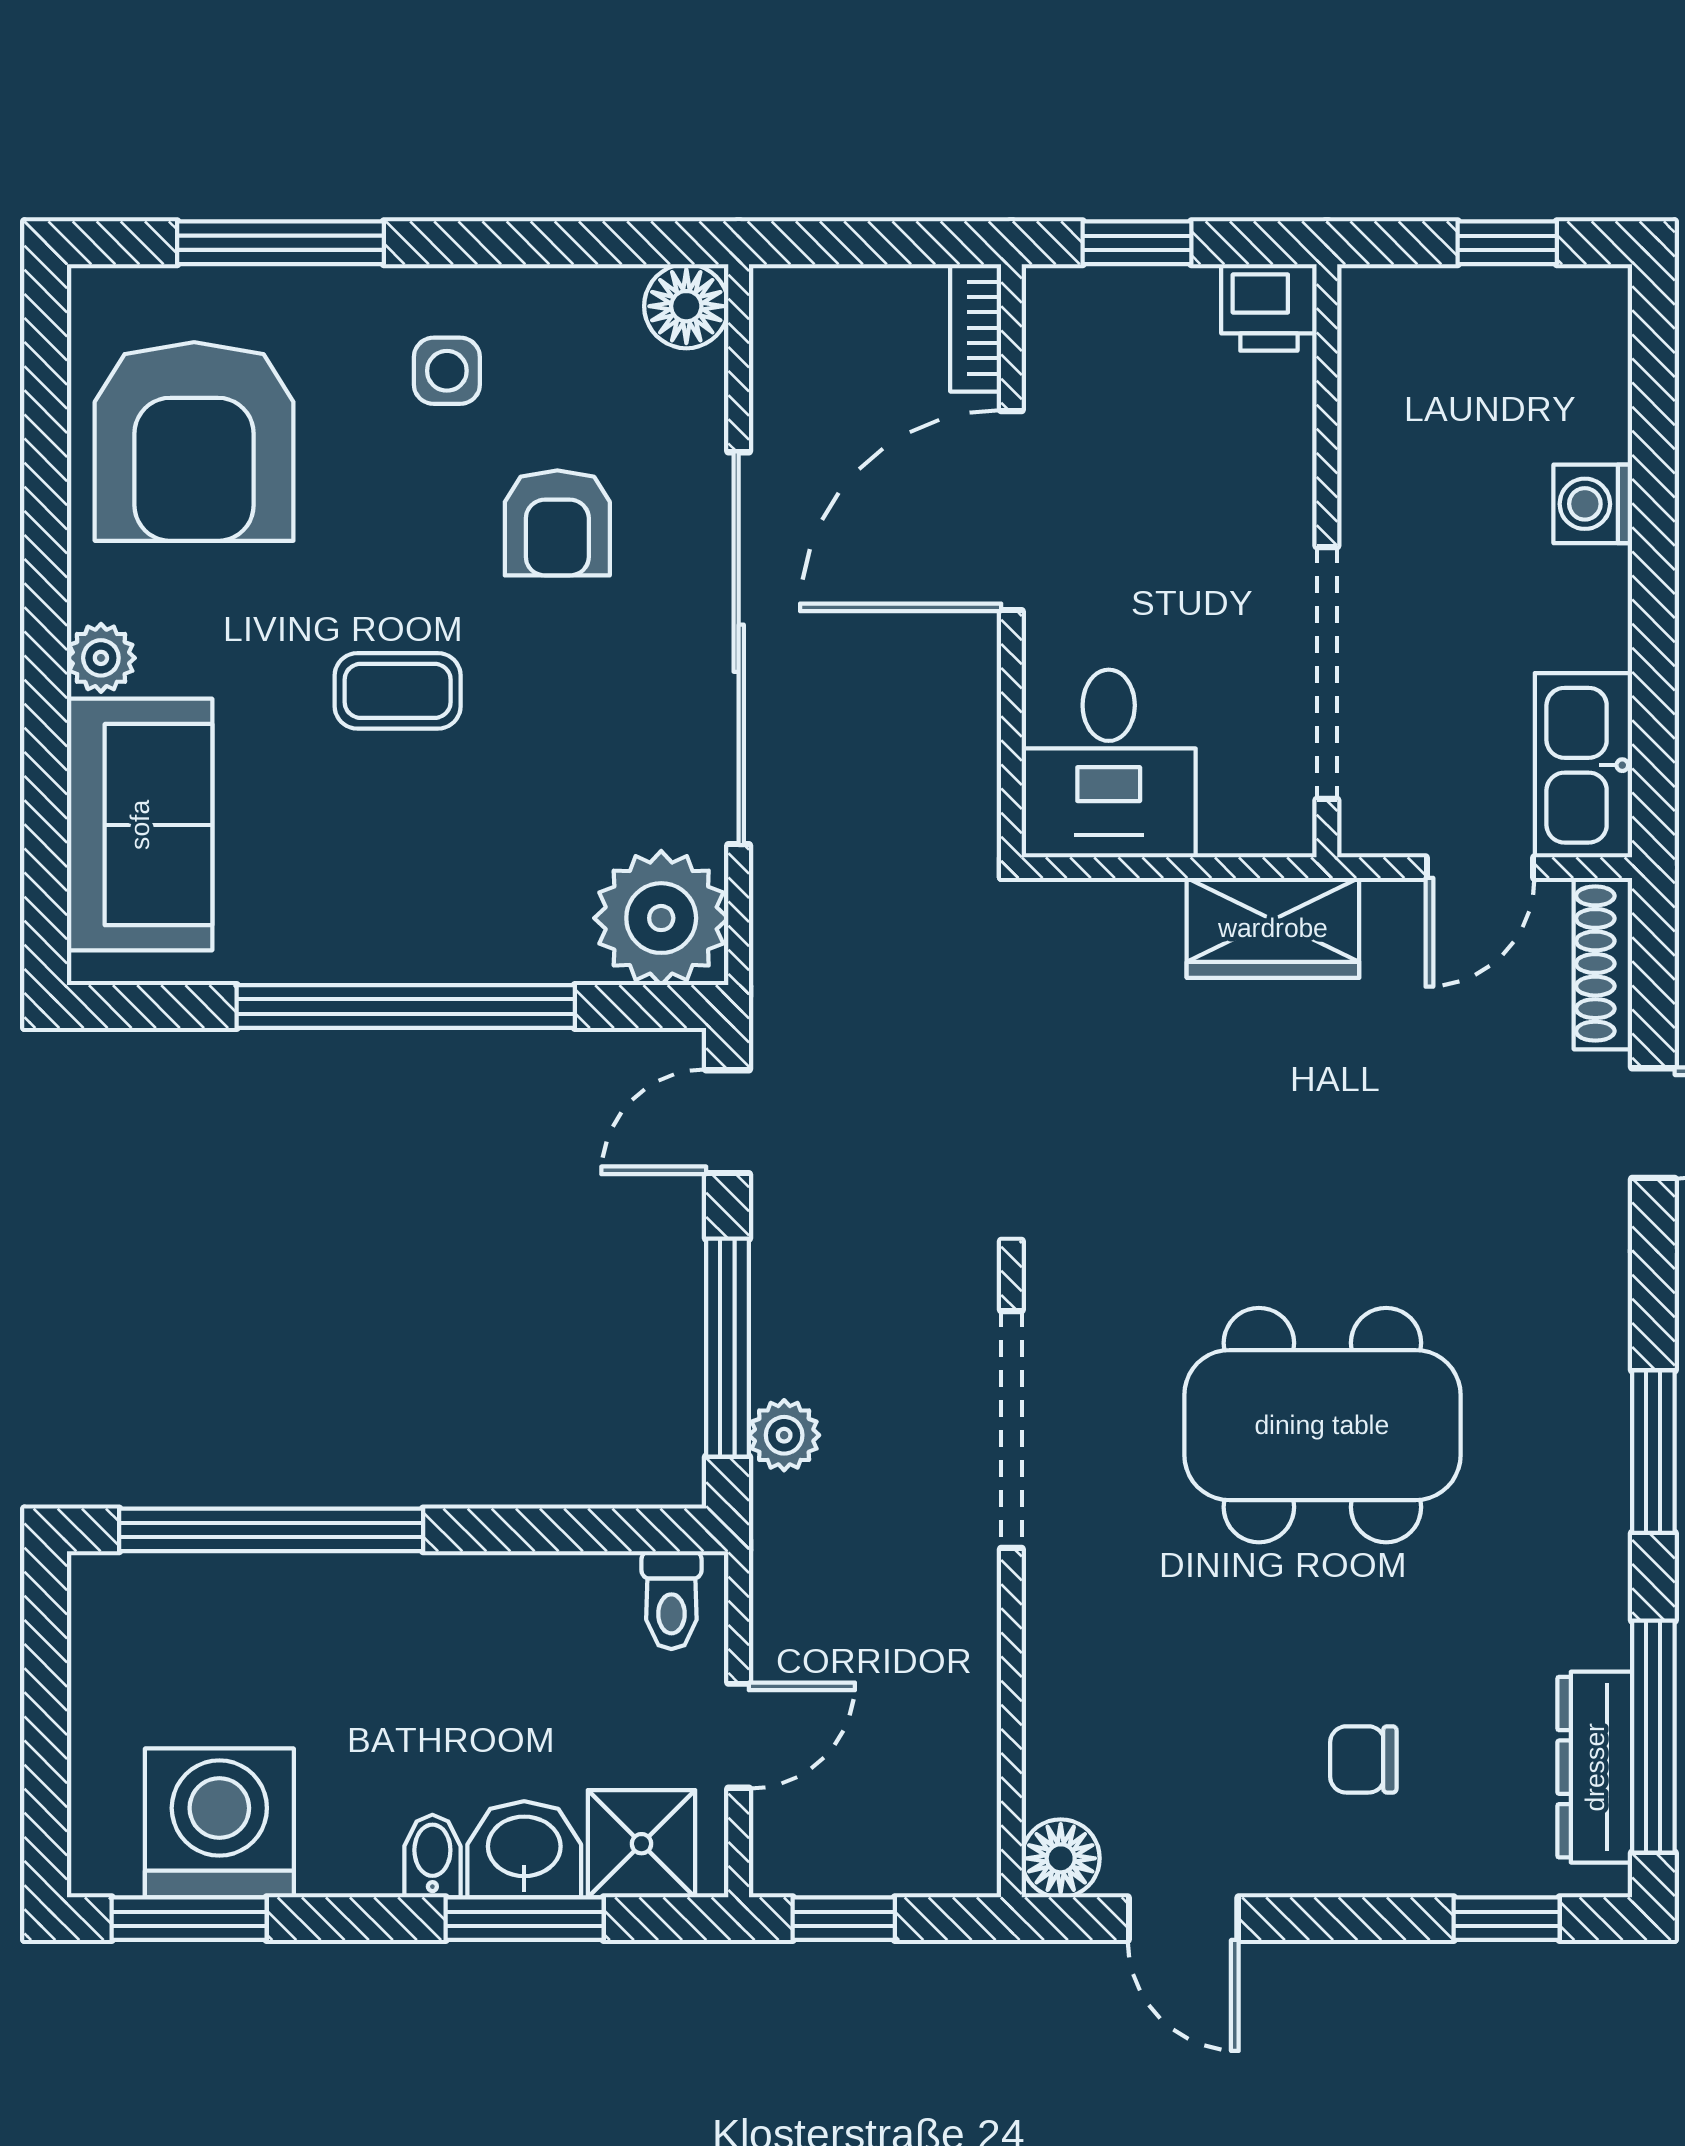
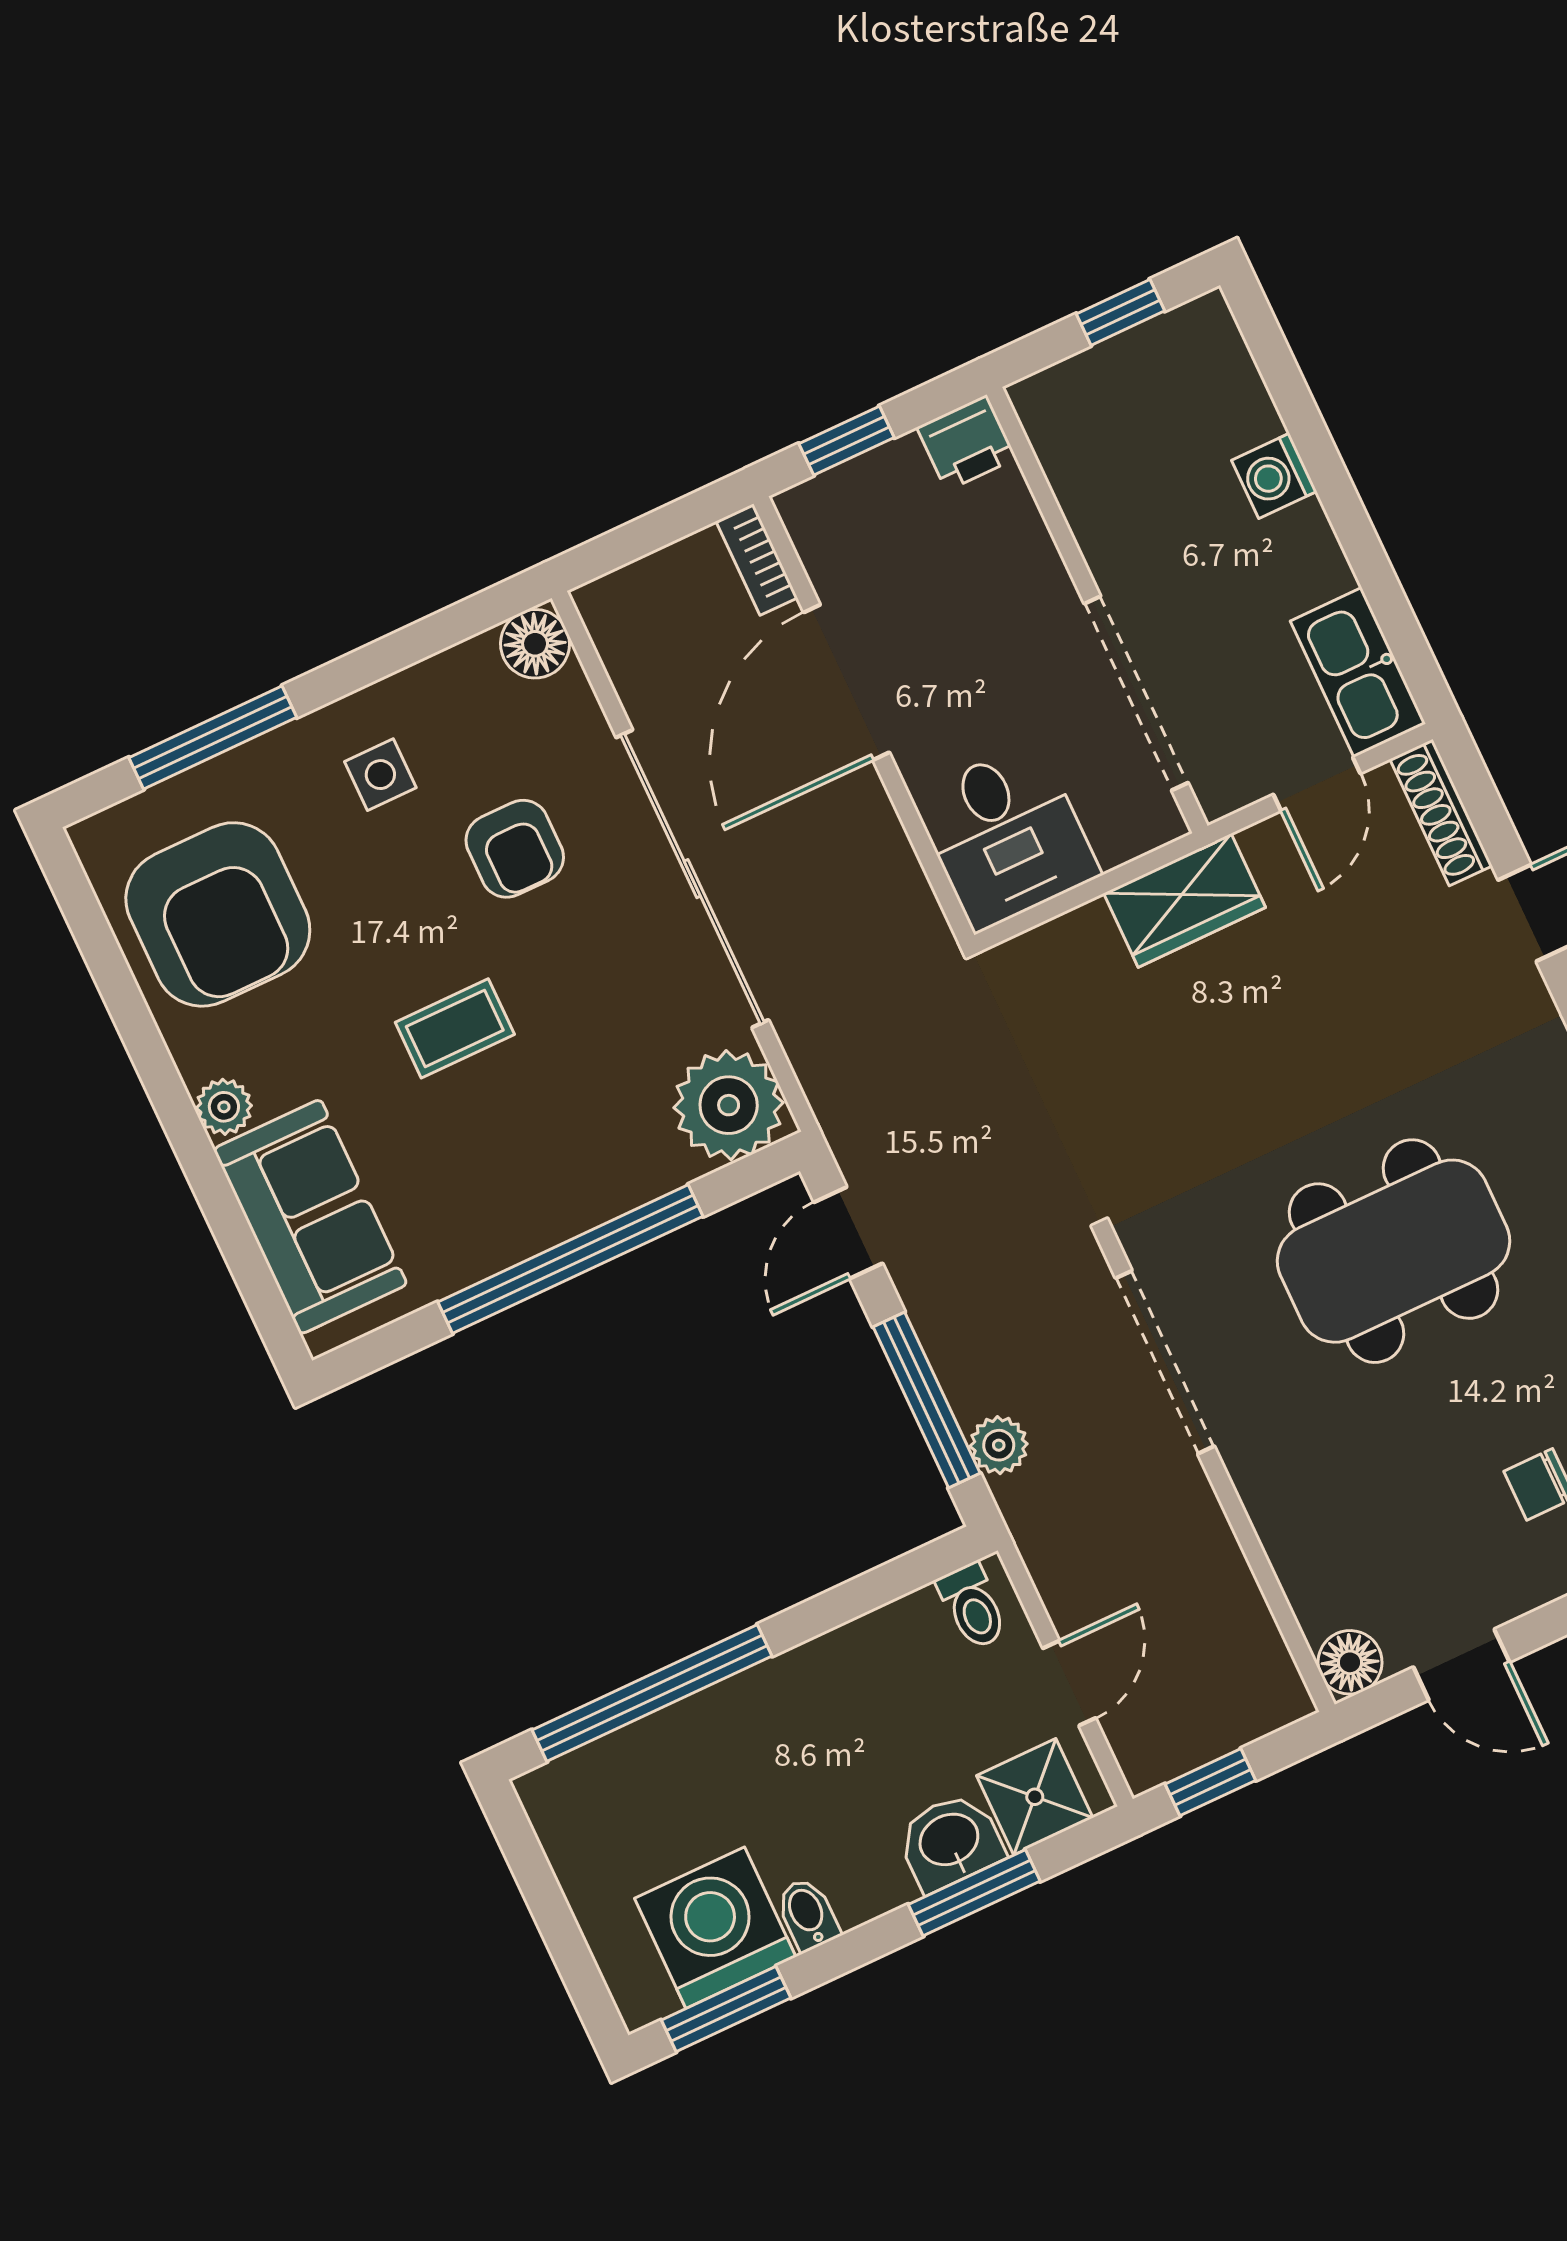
bidet: (432, 1856) -> (808, 1914), moved

